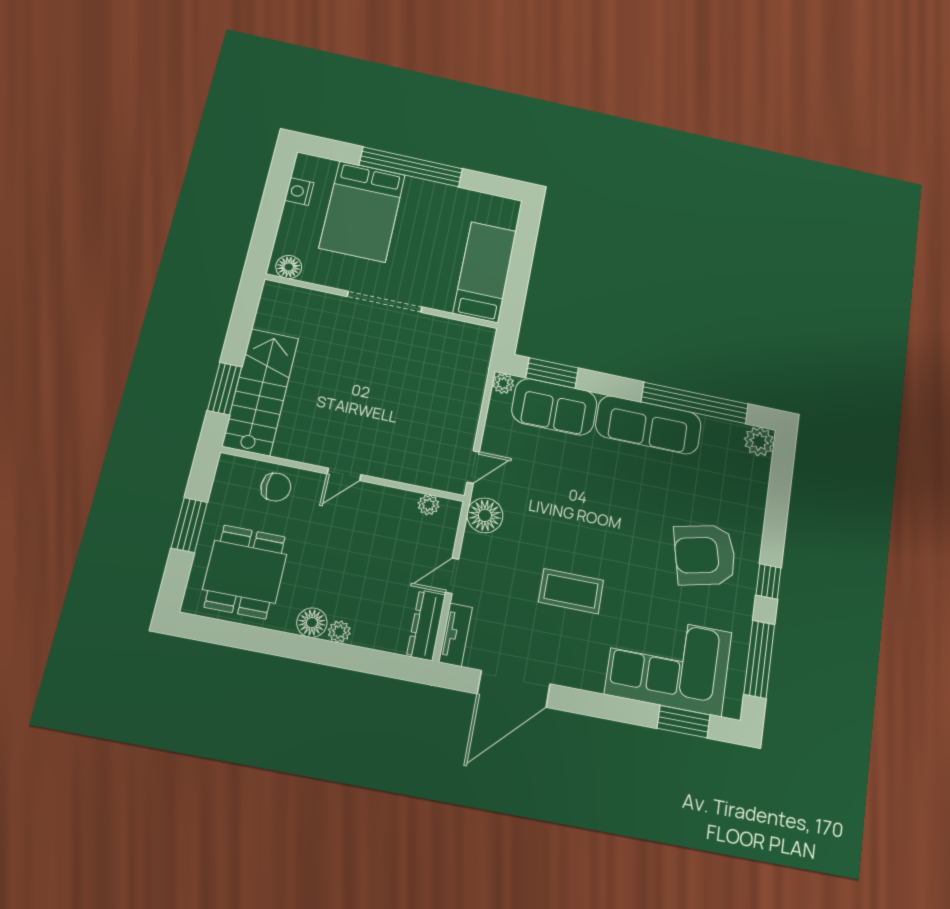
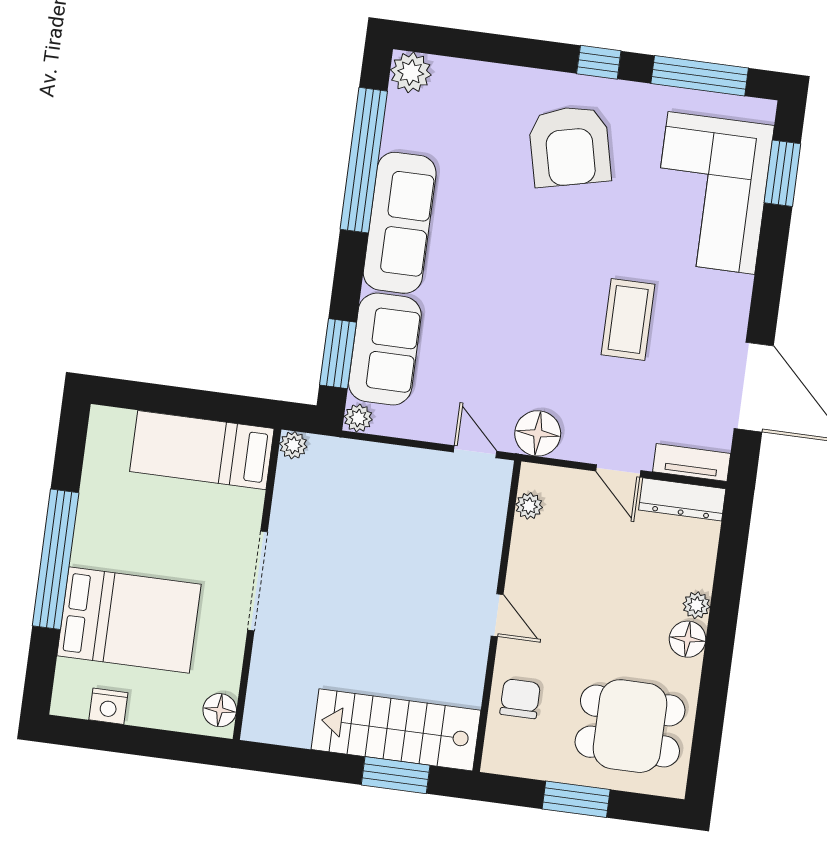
plant: (485, 336) -> (293, 445), added

